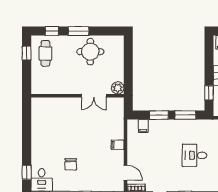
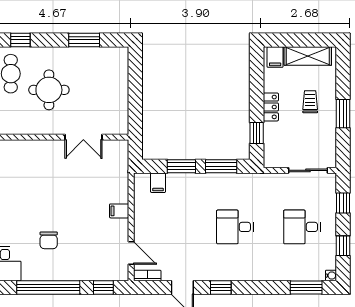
window: (79, 31) -> (84, 40), moved
round table: (90, 52) -> (49, 90), moved
plant: (118, 88) -> (119, 125), removed

